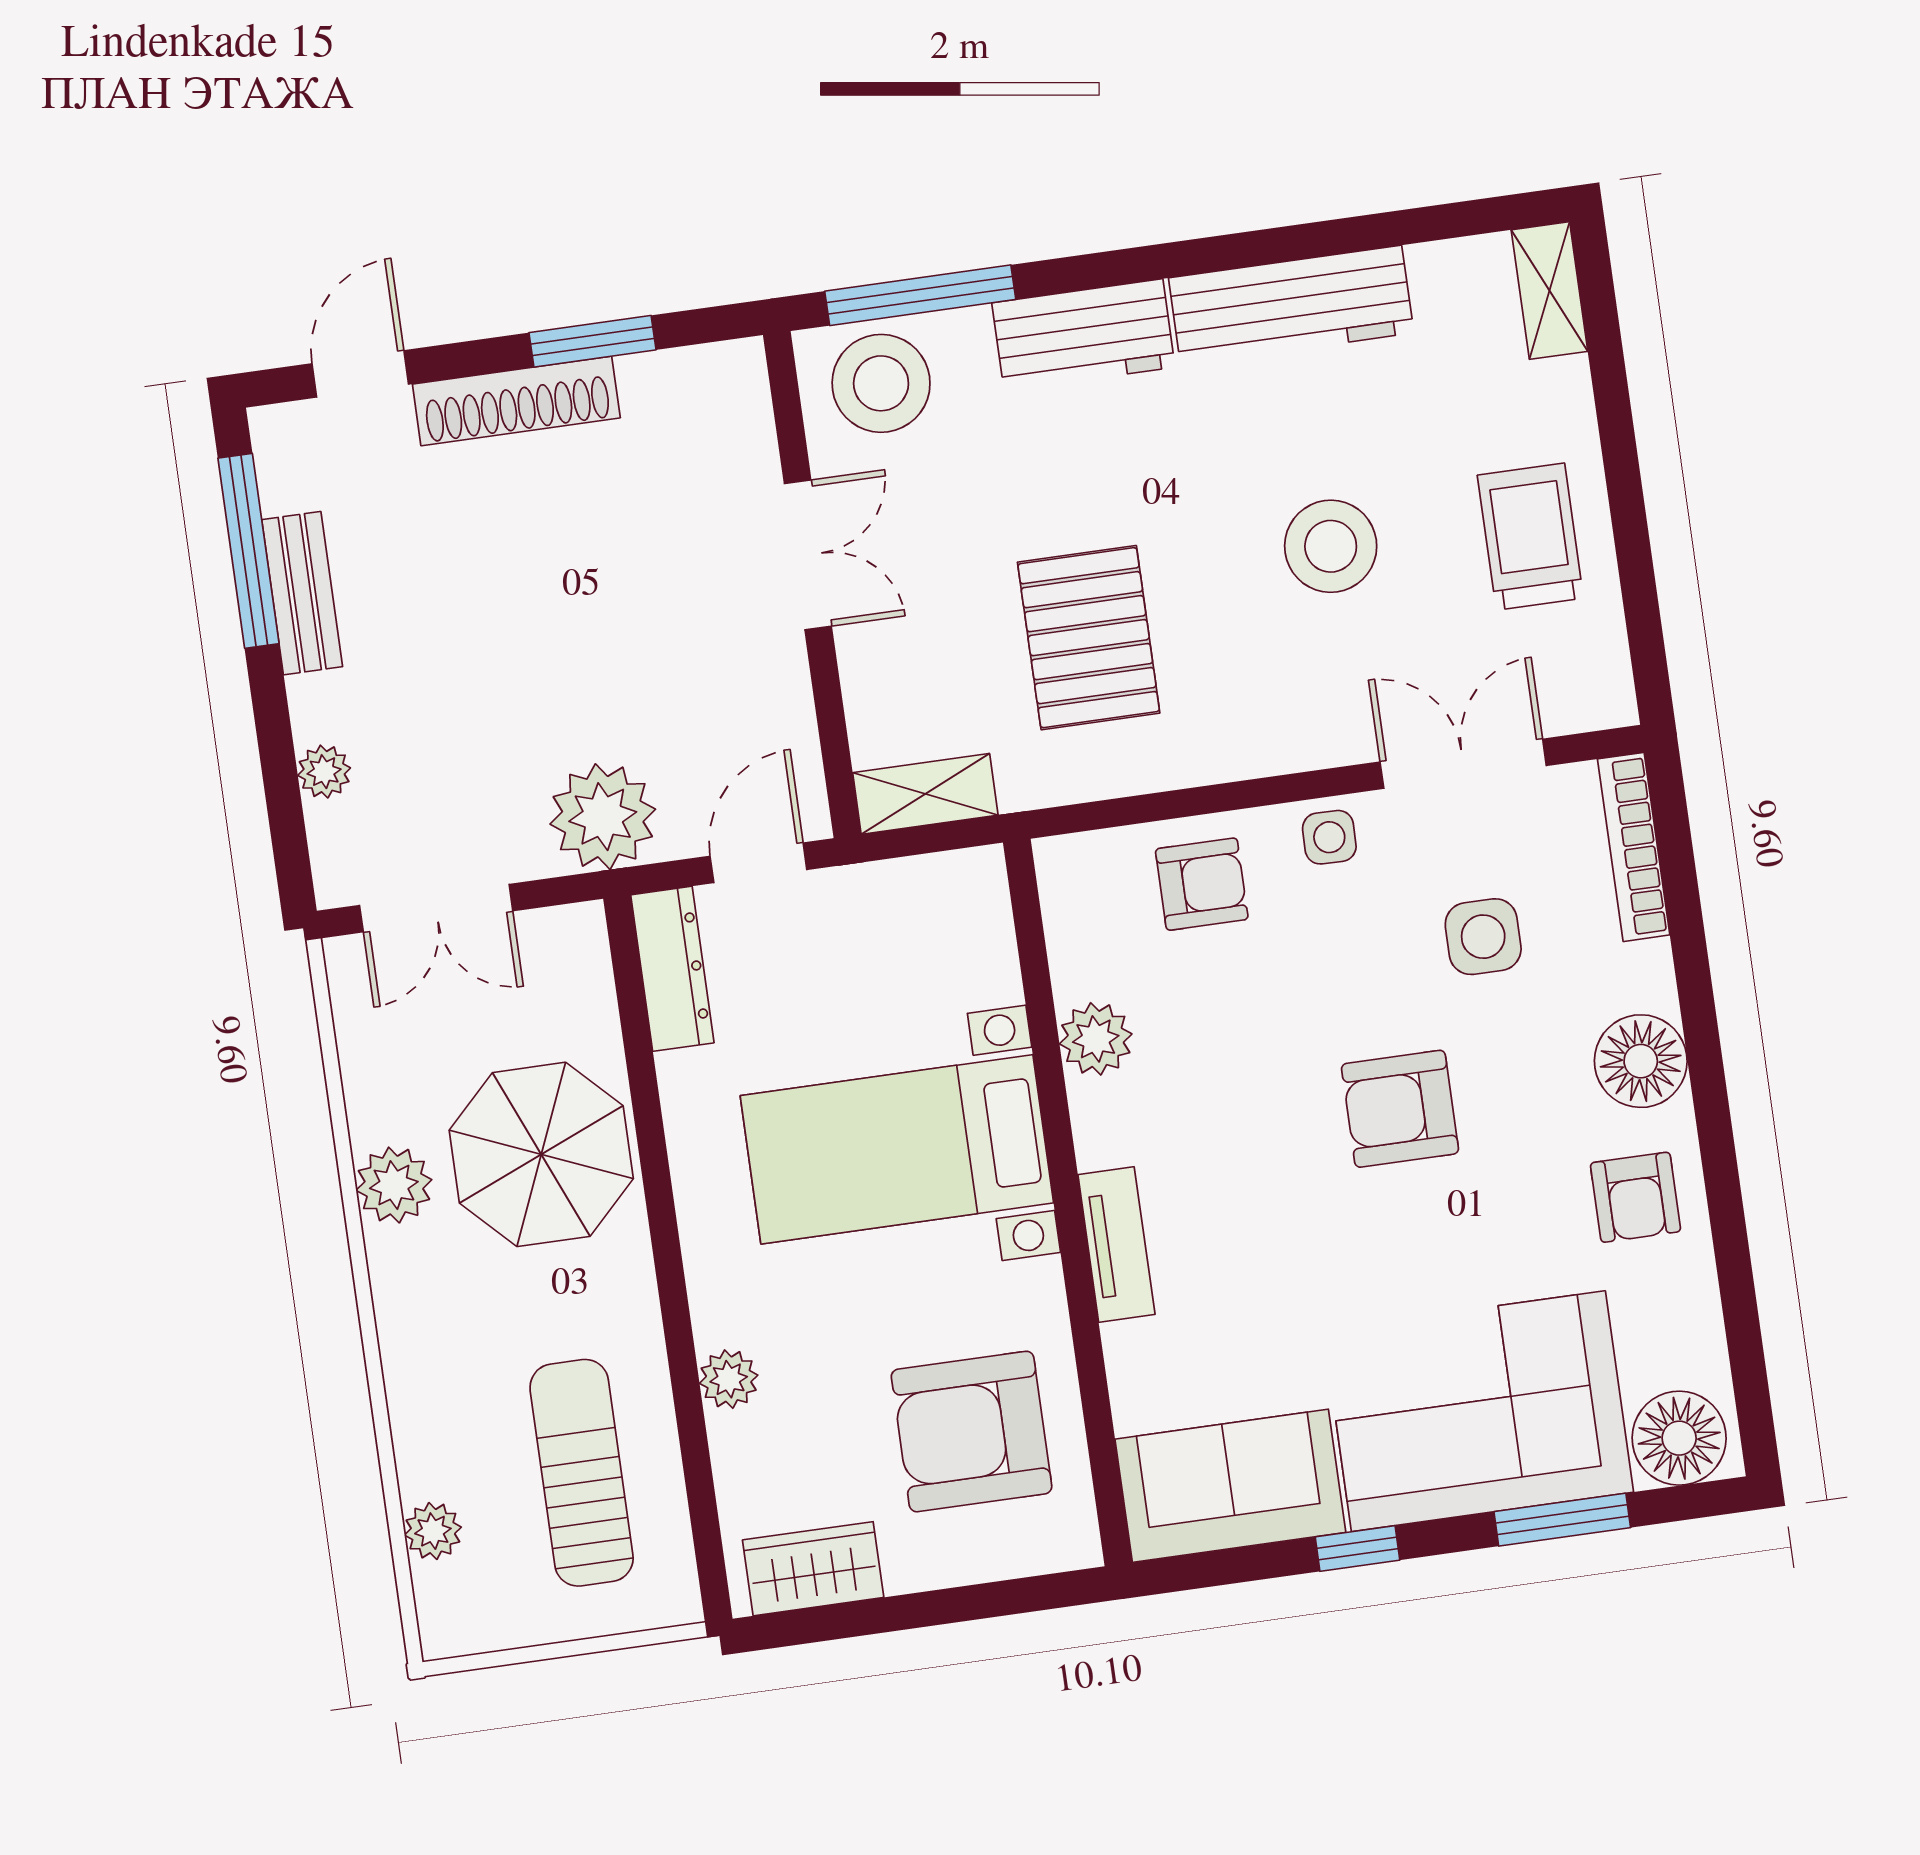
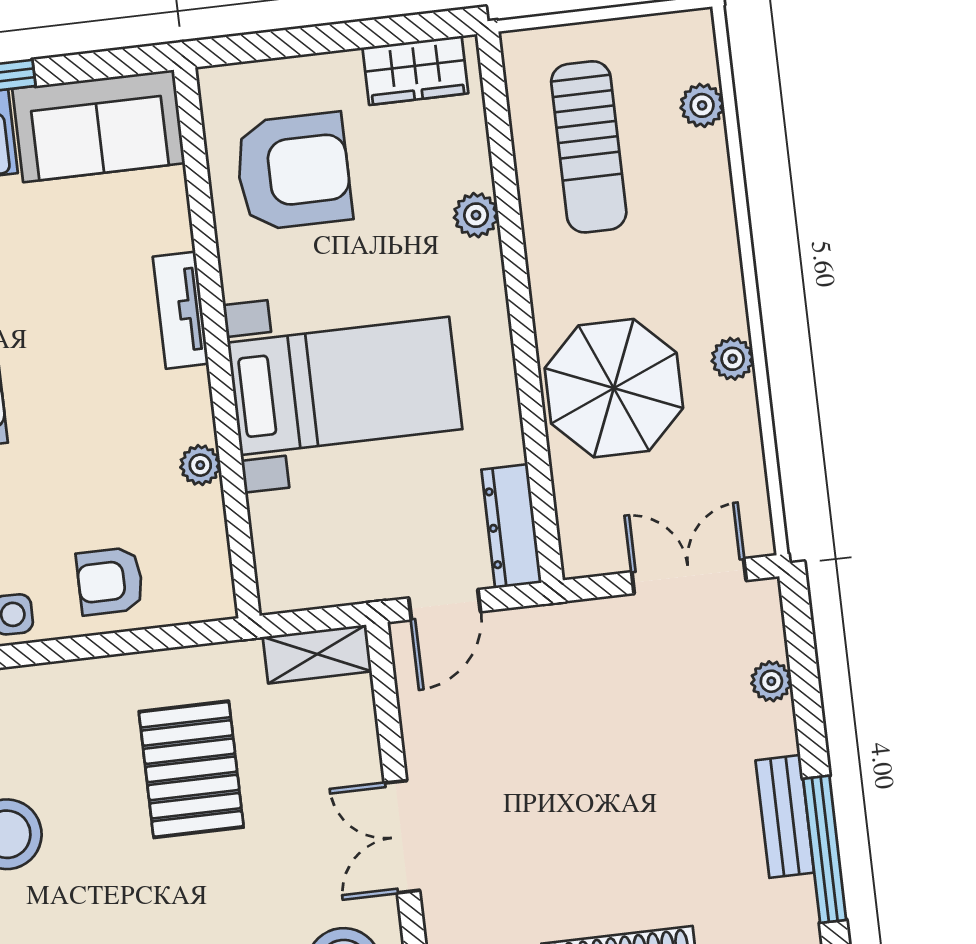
plant: (603, 817) -> (561, 642), removed
plant: (1096, 1039) -> (200, 465), width x0.73, depth x0.73
plant: (394, 1185) -> (733, 359), width x0.73, depth x0.73

